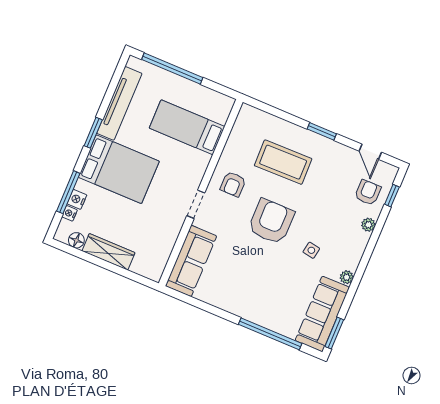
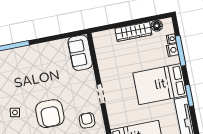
sofa: (191, 261) -> (80, 53), width x0.73

